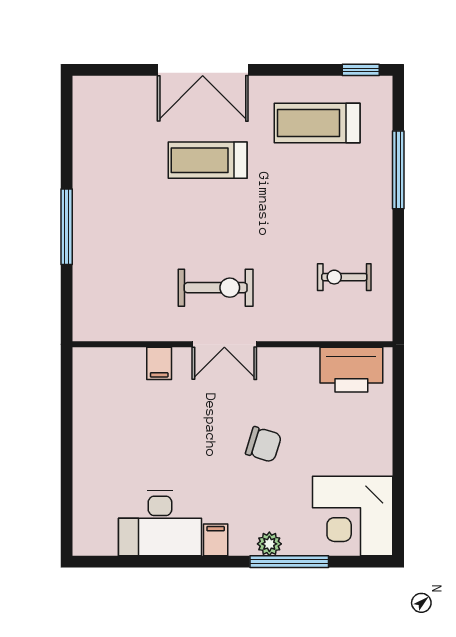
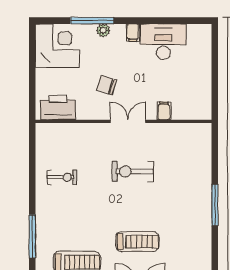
double door: (224, 344) -> (128, 121), moved
wall: (232, 344) -> (124, 121), moved
filing cabinet: (159, 363) -> (164, 111), moved
printer: (351, 370) -> (58, 107), moved

